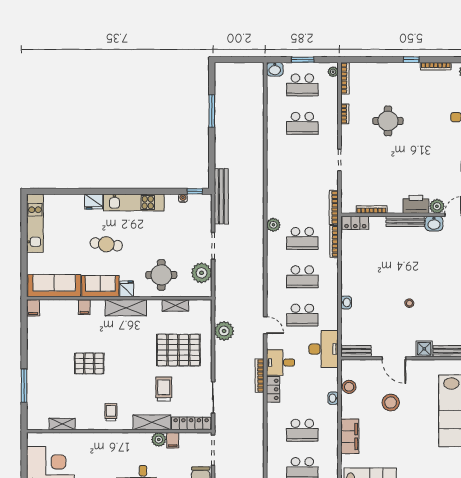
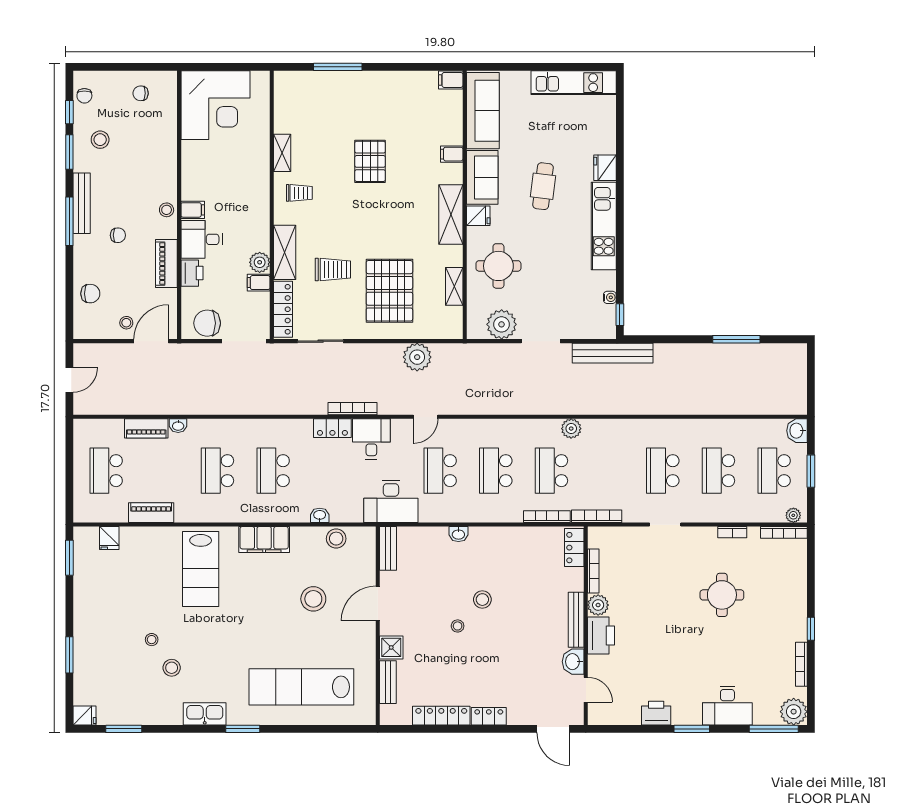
school desk: (302, 162) -> (663, 471), added
plant: (437, 206) -> (598, 605), moved
stool: (391, 286) -> (482, 600), added
shelving: (62, 424) -> (282, 153), moved

